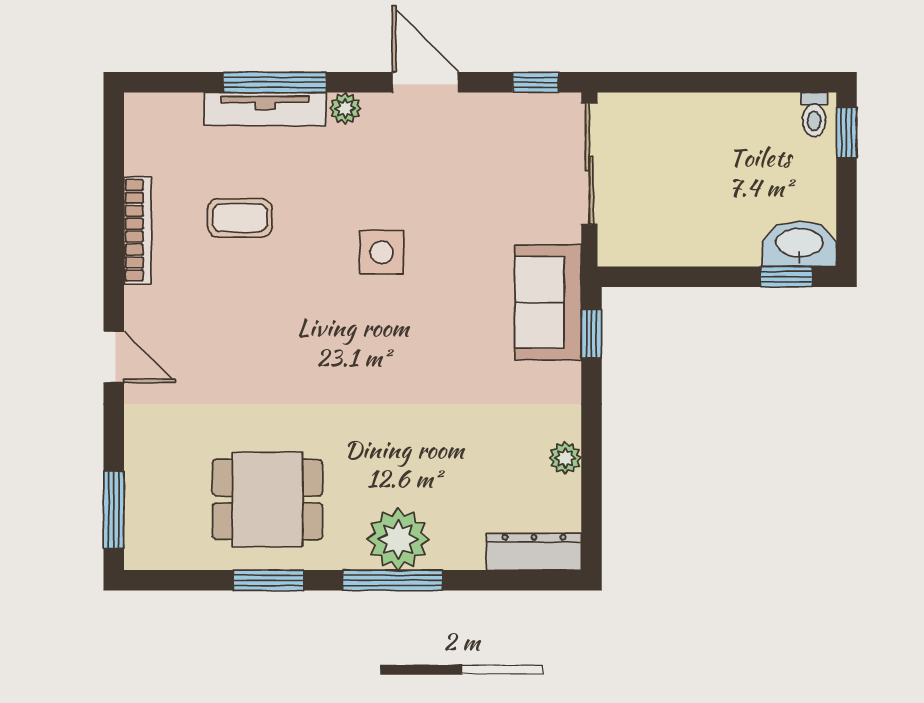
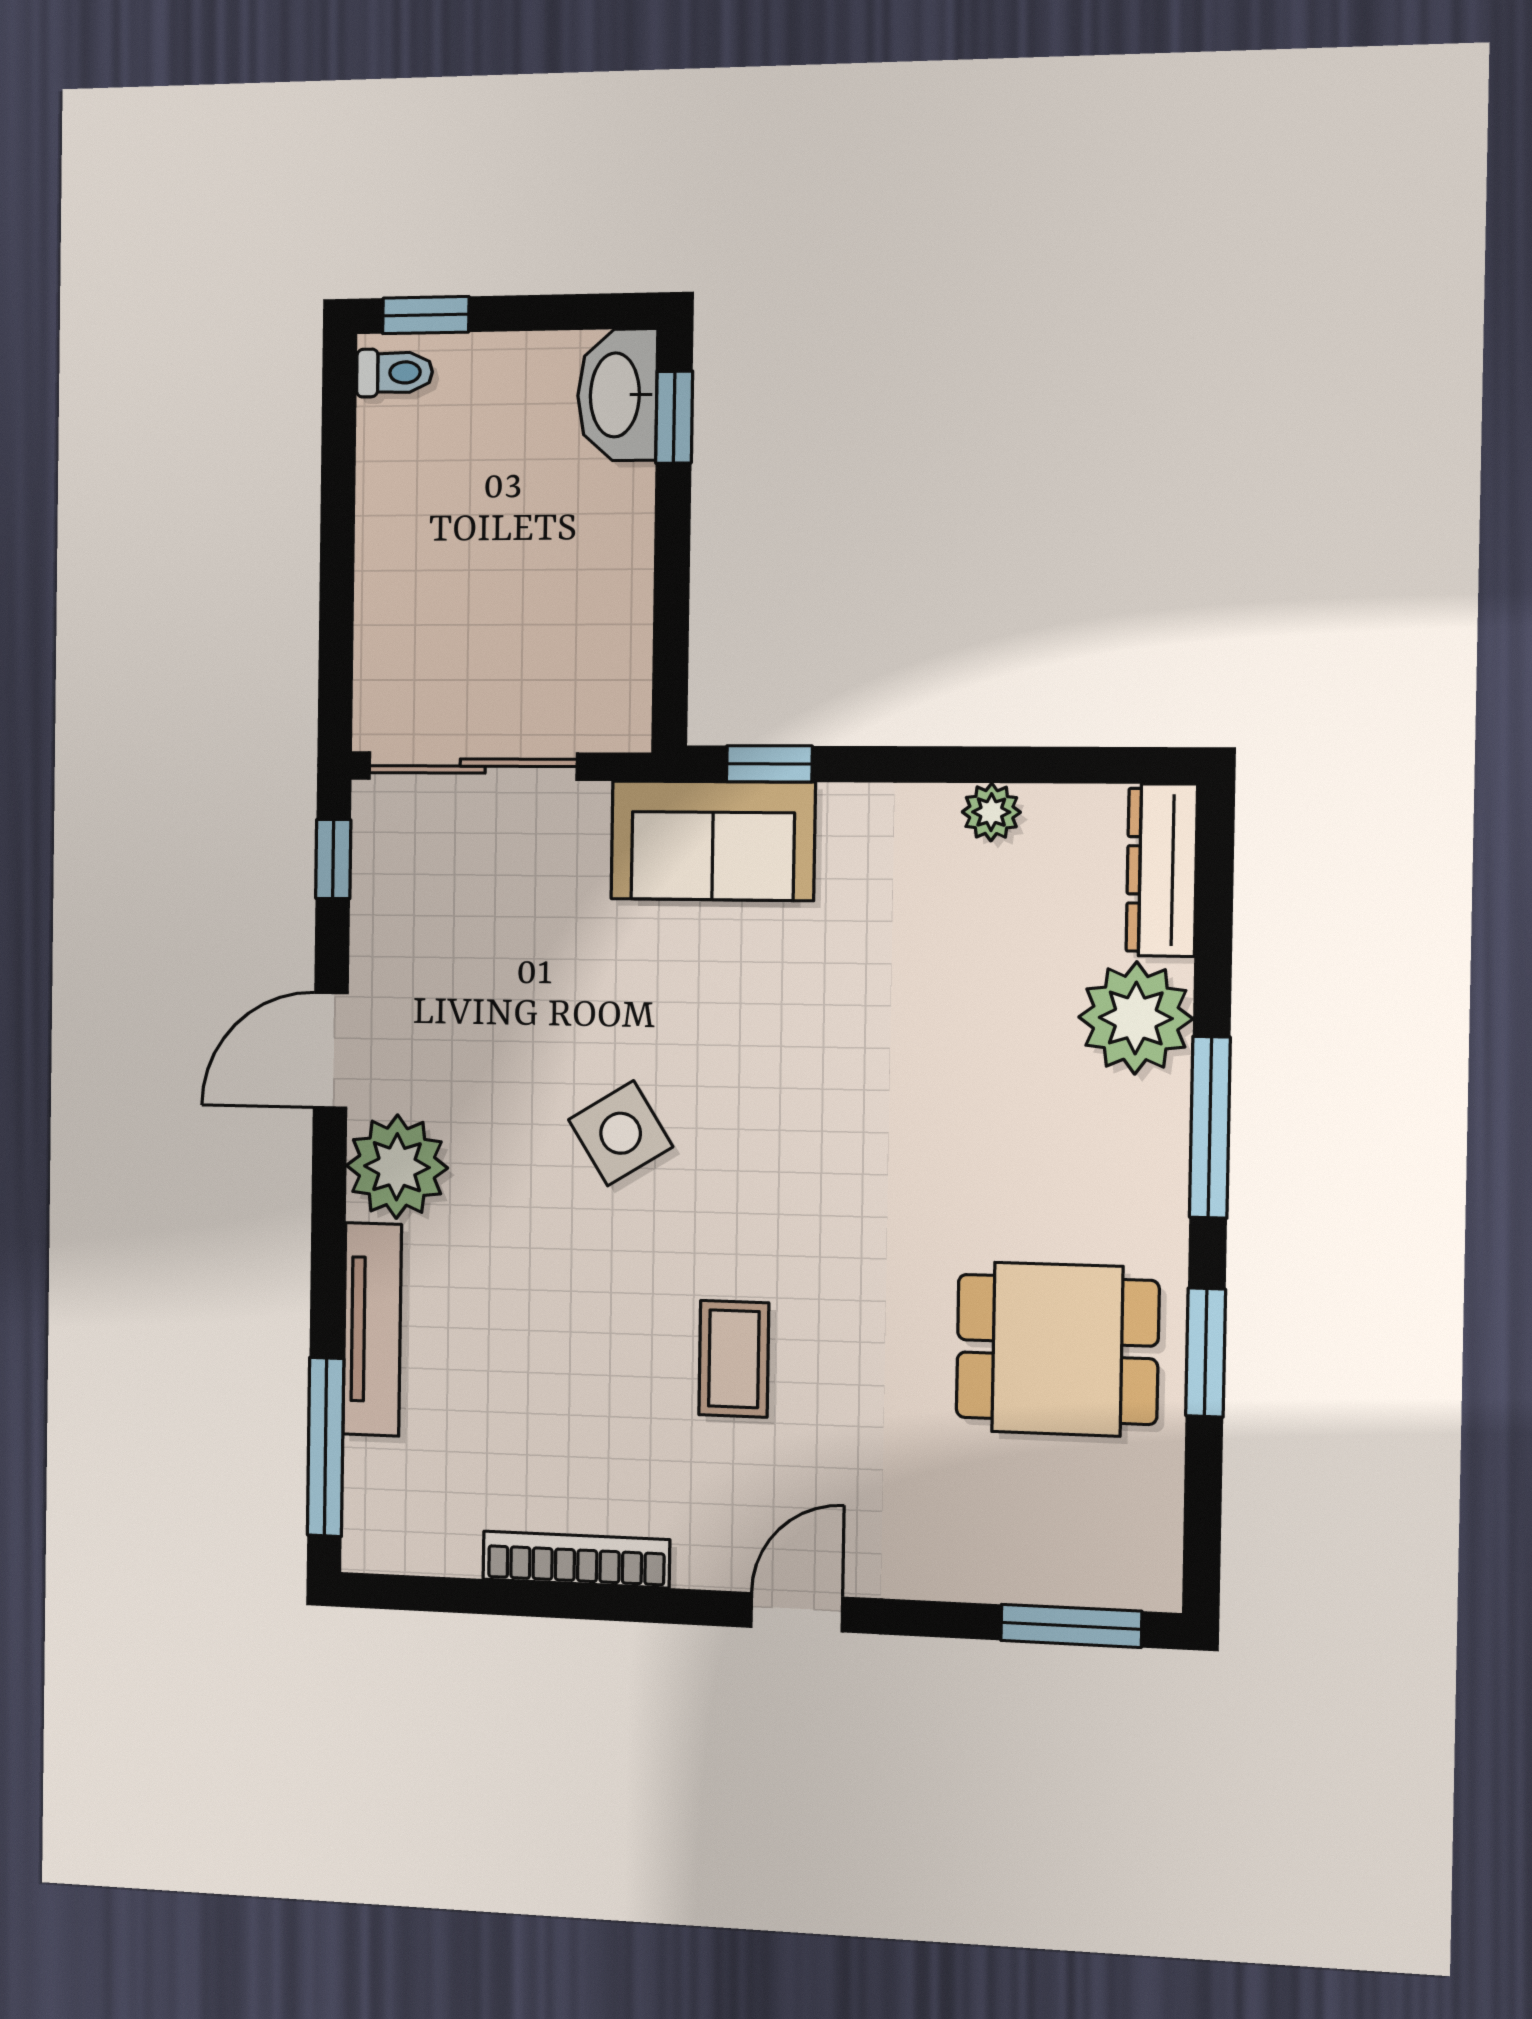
window: (275, 82) -> (326, 1447), moved
plant: (345, 108) -> (397, 1167), width x1.87, depth x1.87
coffee table: (240, 218) -> (734, 1359), moved
side table: (382, 252) -> (621, 1133), turned -32
dining table: (267, 499) -> (1057, 1349), turned 90
plant: (398, 539) -> (1136, 1018), moved

